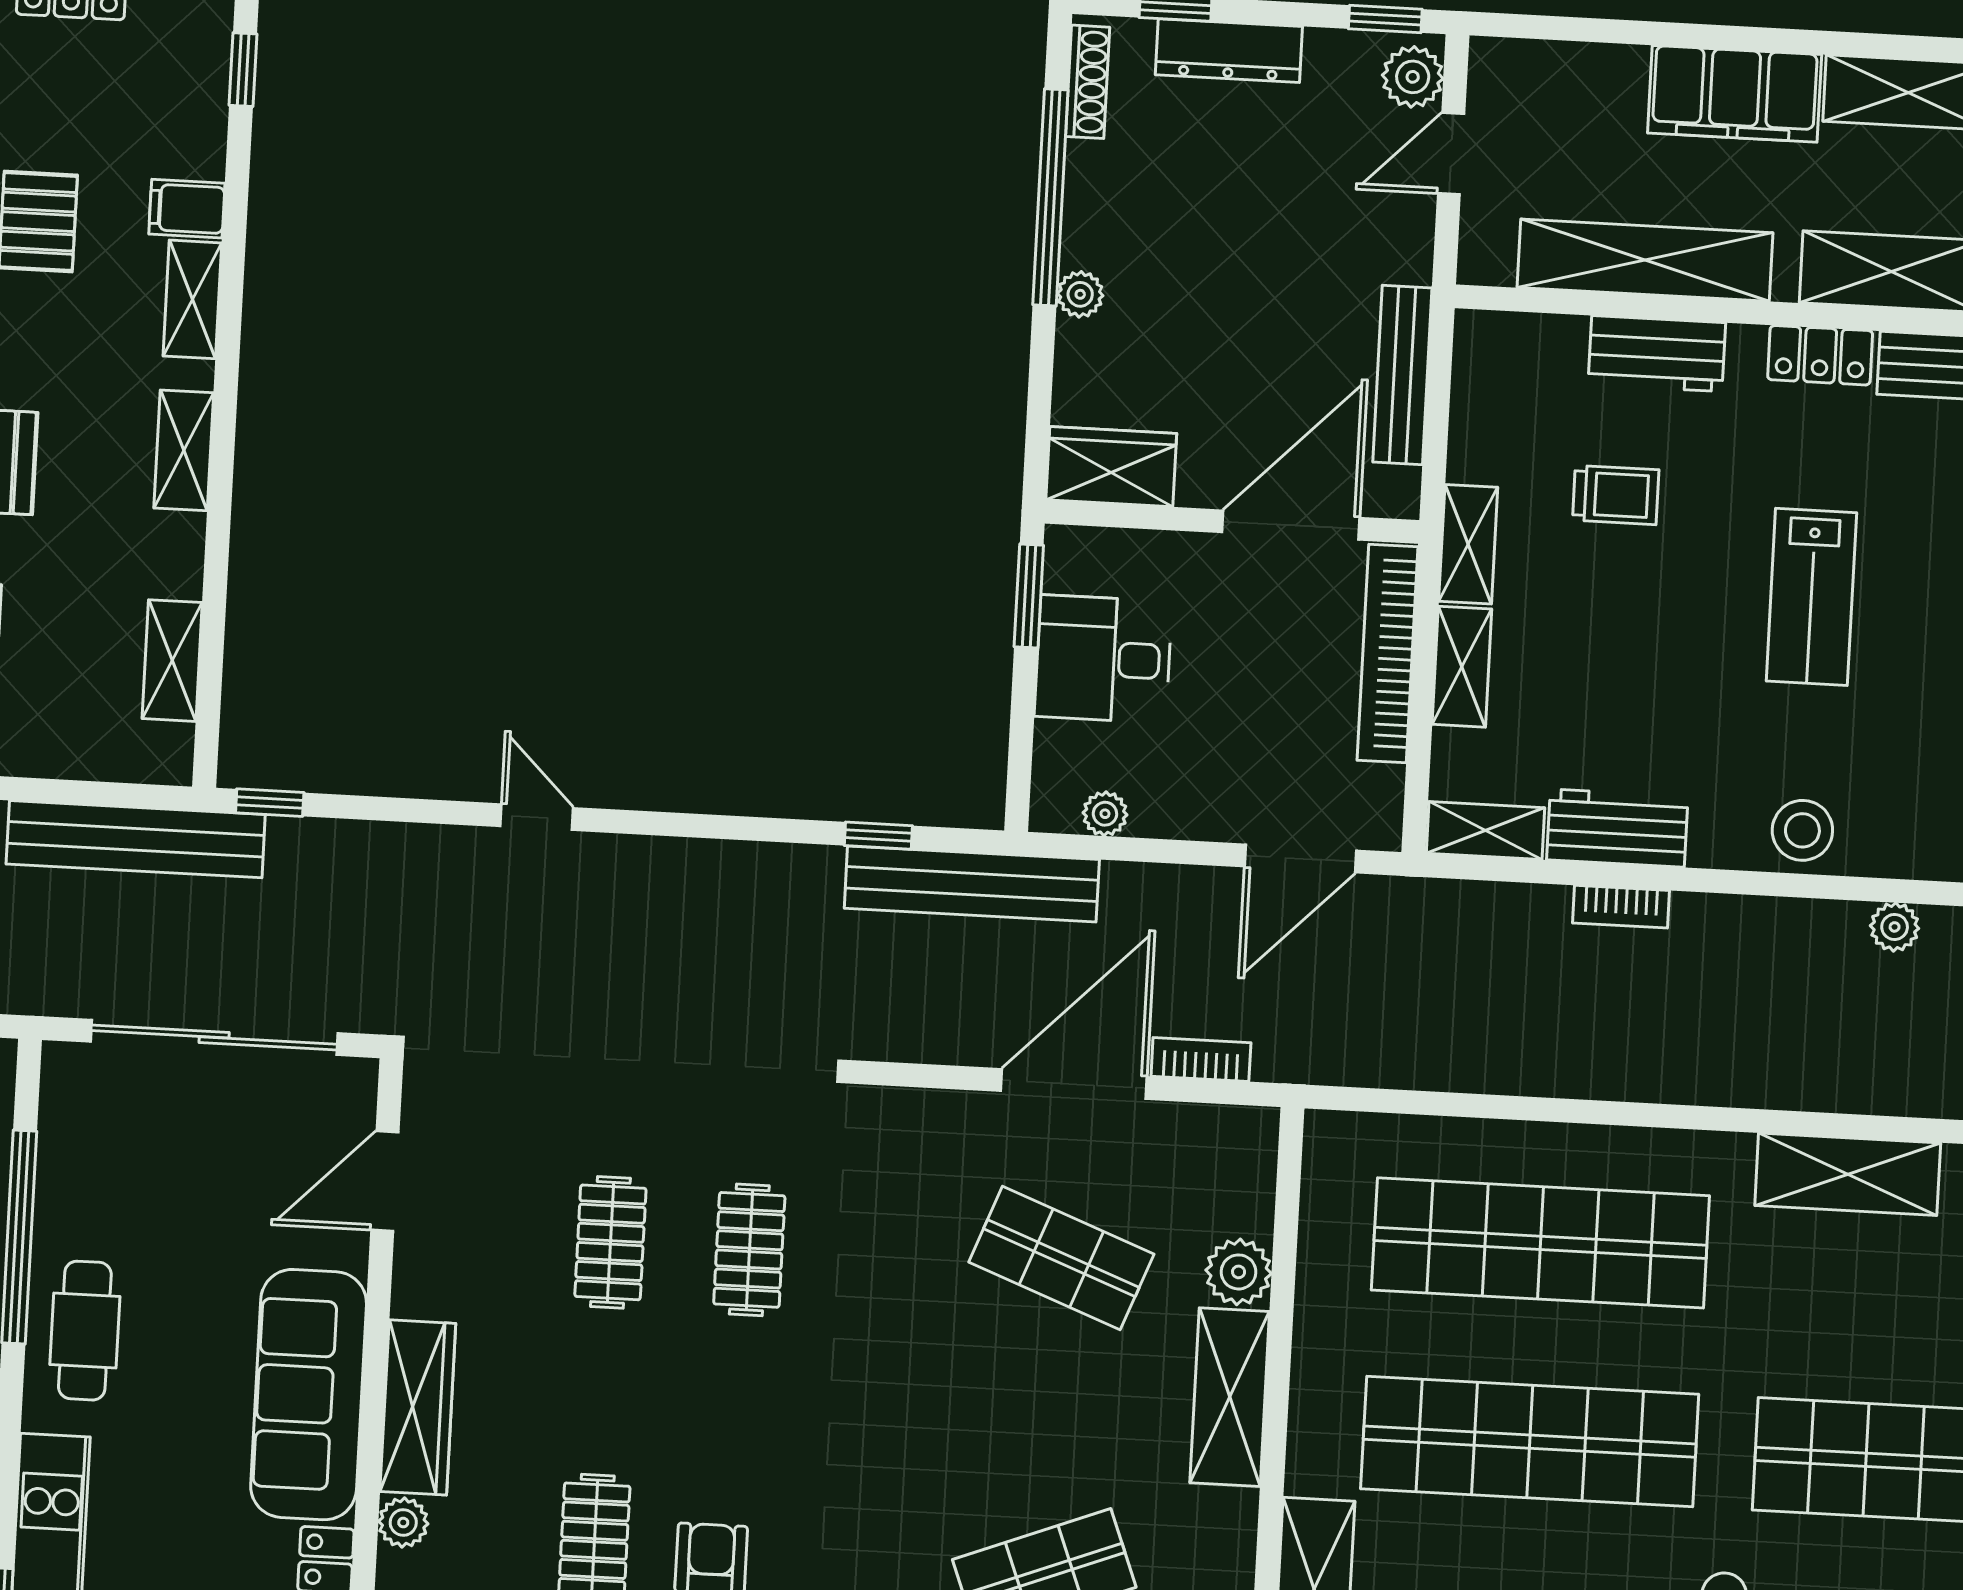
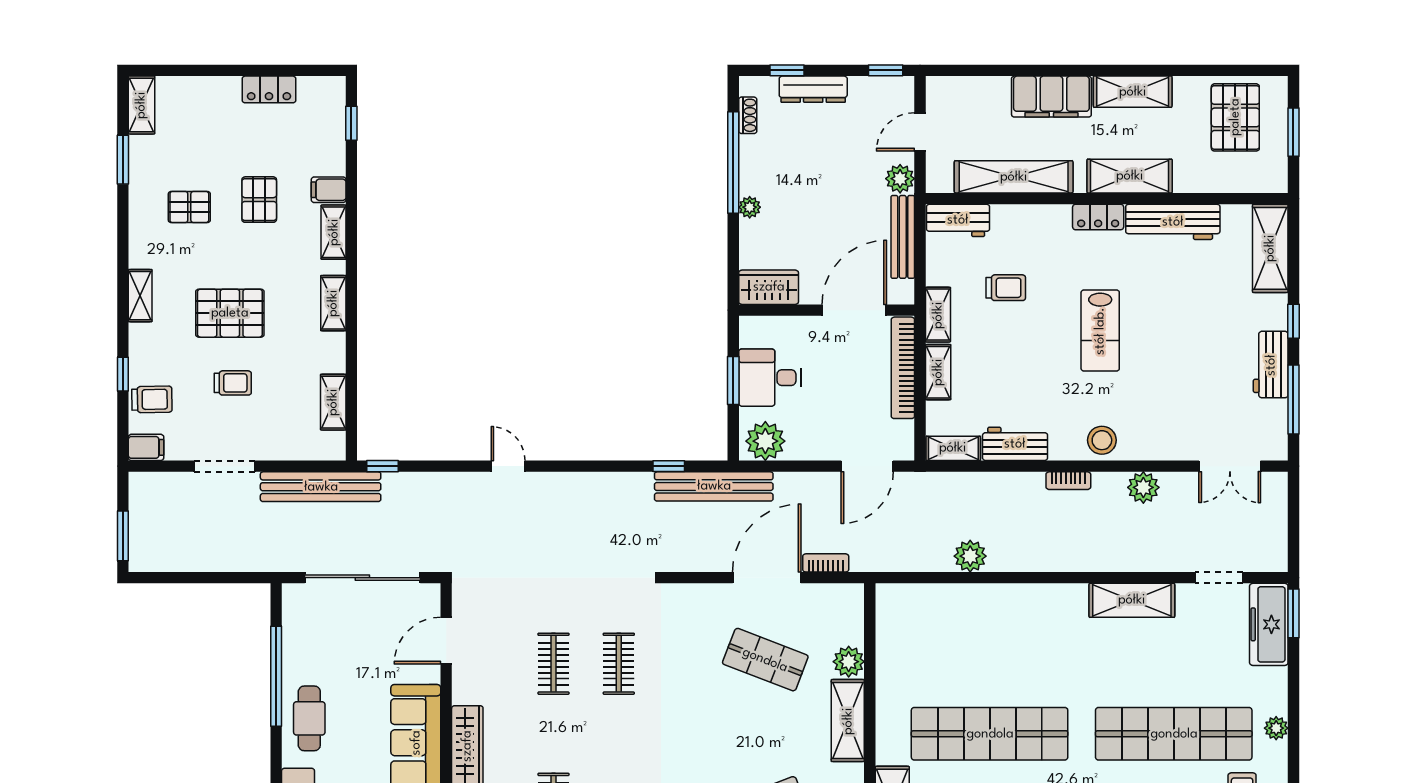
plant: (1413, 77) -> (900, 179), moved
shoe rack: (1088, 82) -> (748, 115), width x0.70
workbench: (1657, 354) -> (958, 220), moved
window: (1029, 596) -> (733, 380), moved
plant: (1105, 814) -> (765, 441), width x1.88, depth x1.88
bookcase: (1621, 907) -> (1068, 481), moved
plant: (1895, 927) -> (1143, 487), width x1.38, depth x1.38
plant: (1509, 1062) -> (970, 556), added
shop shelf: (1540, 1243) -> (990, 640), removed

